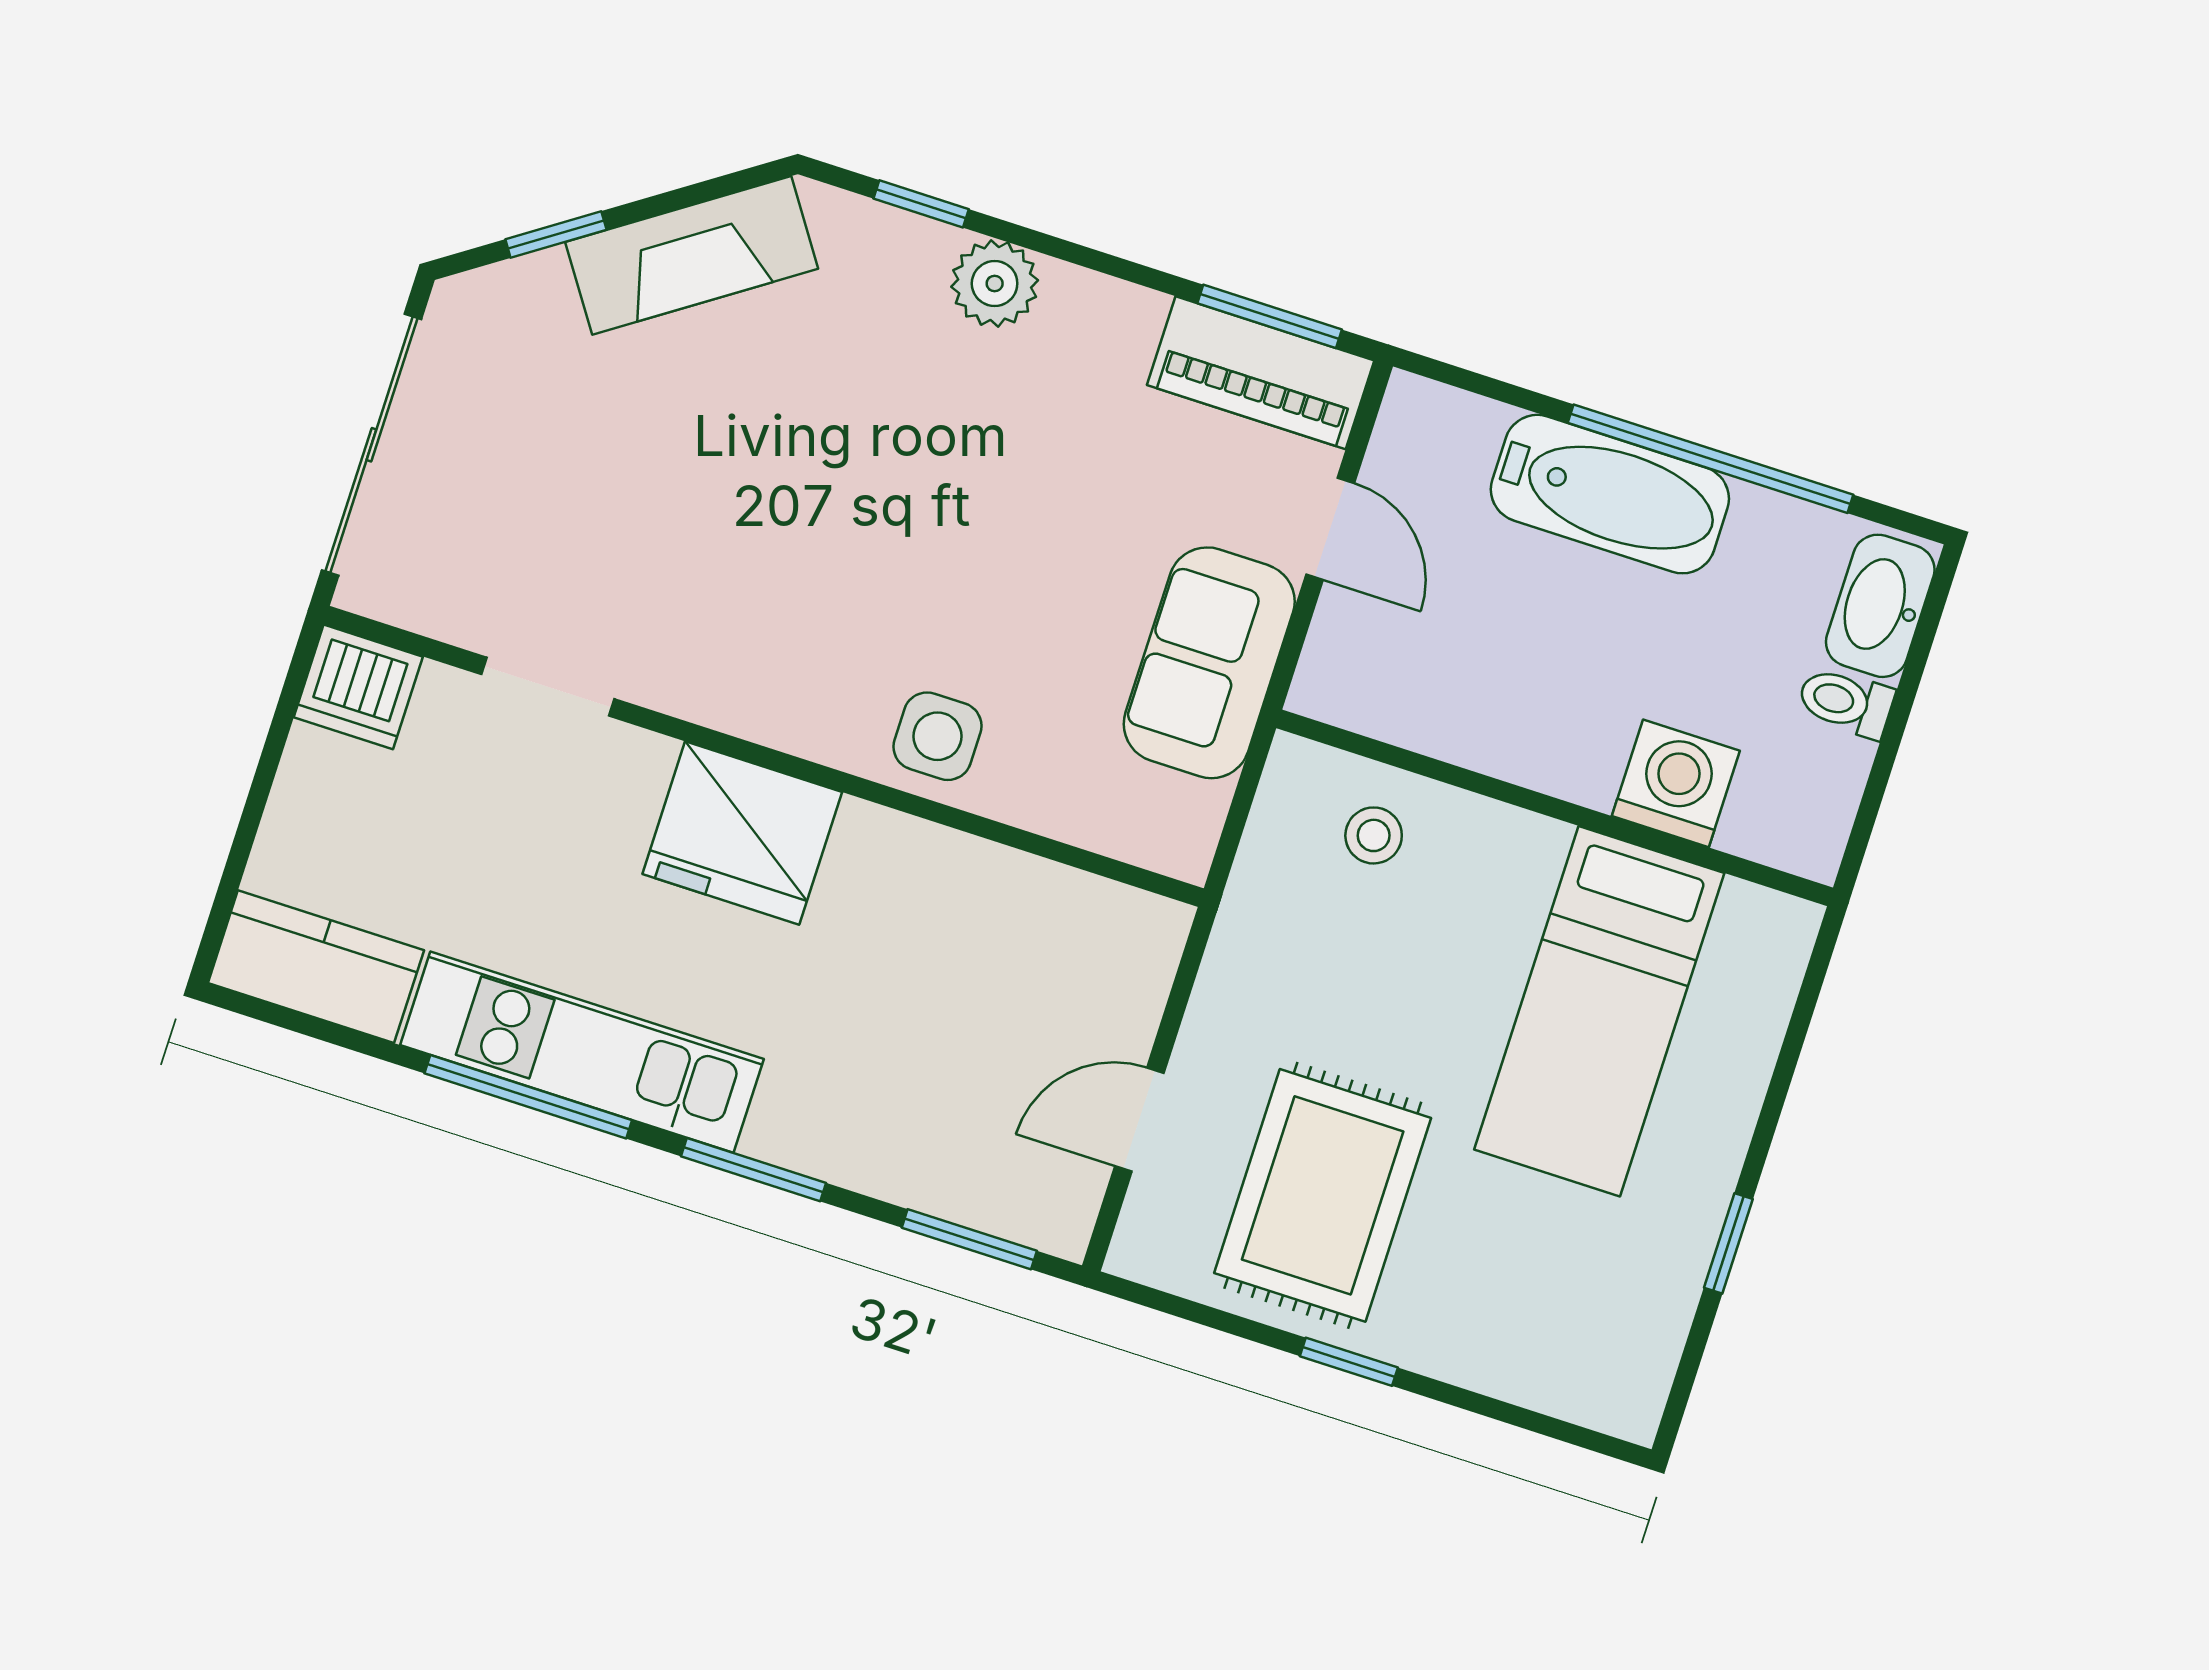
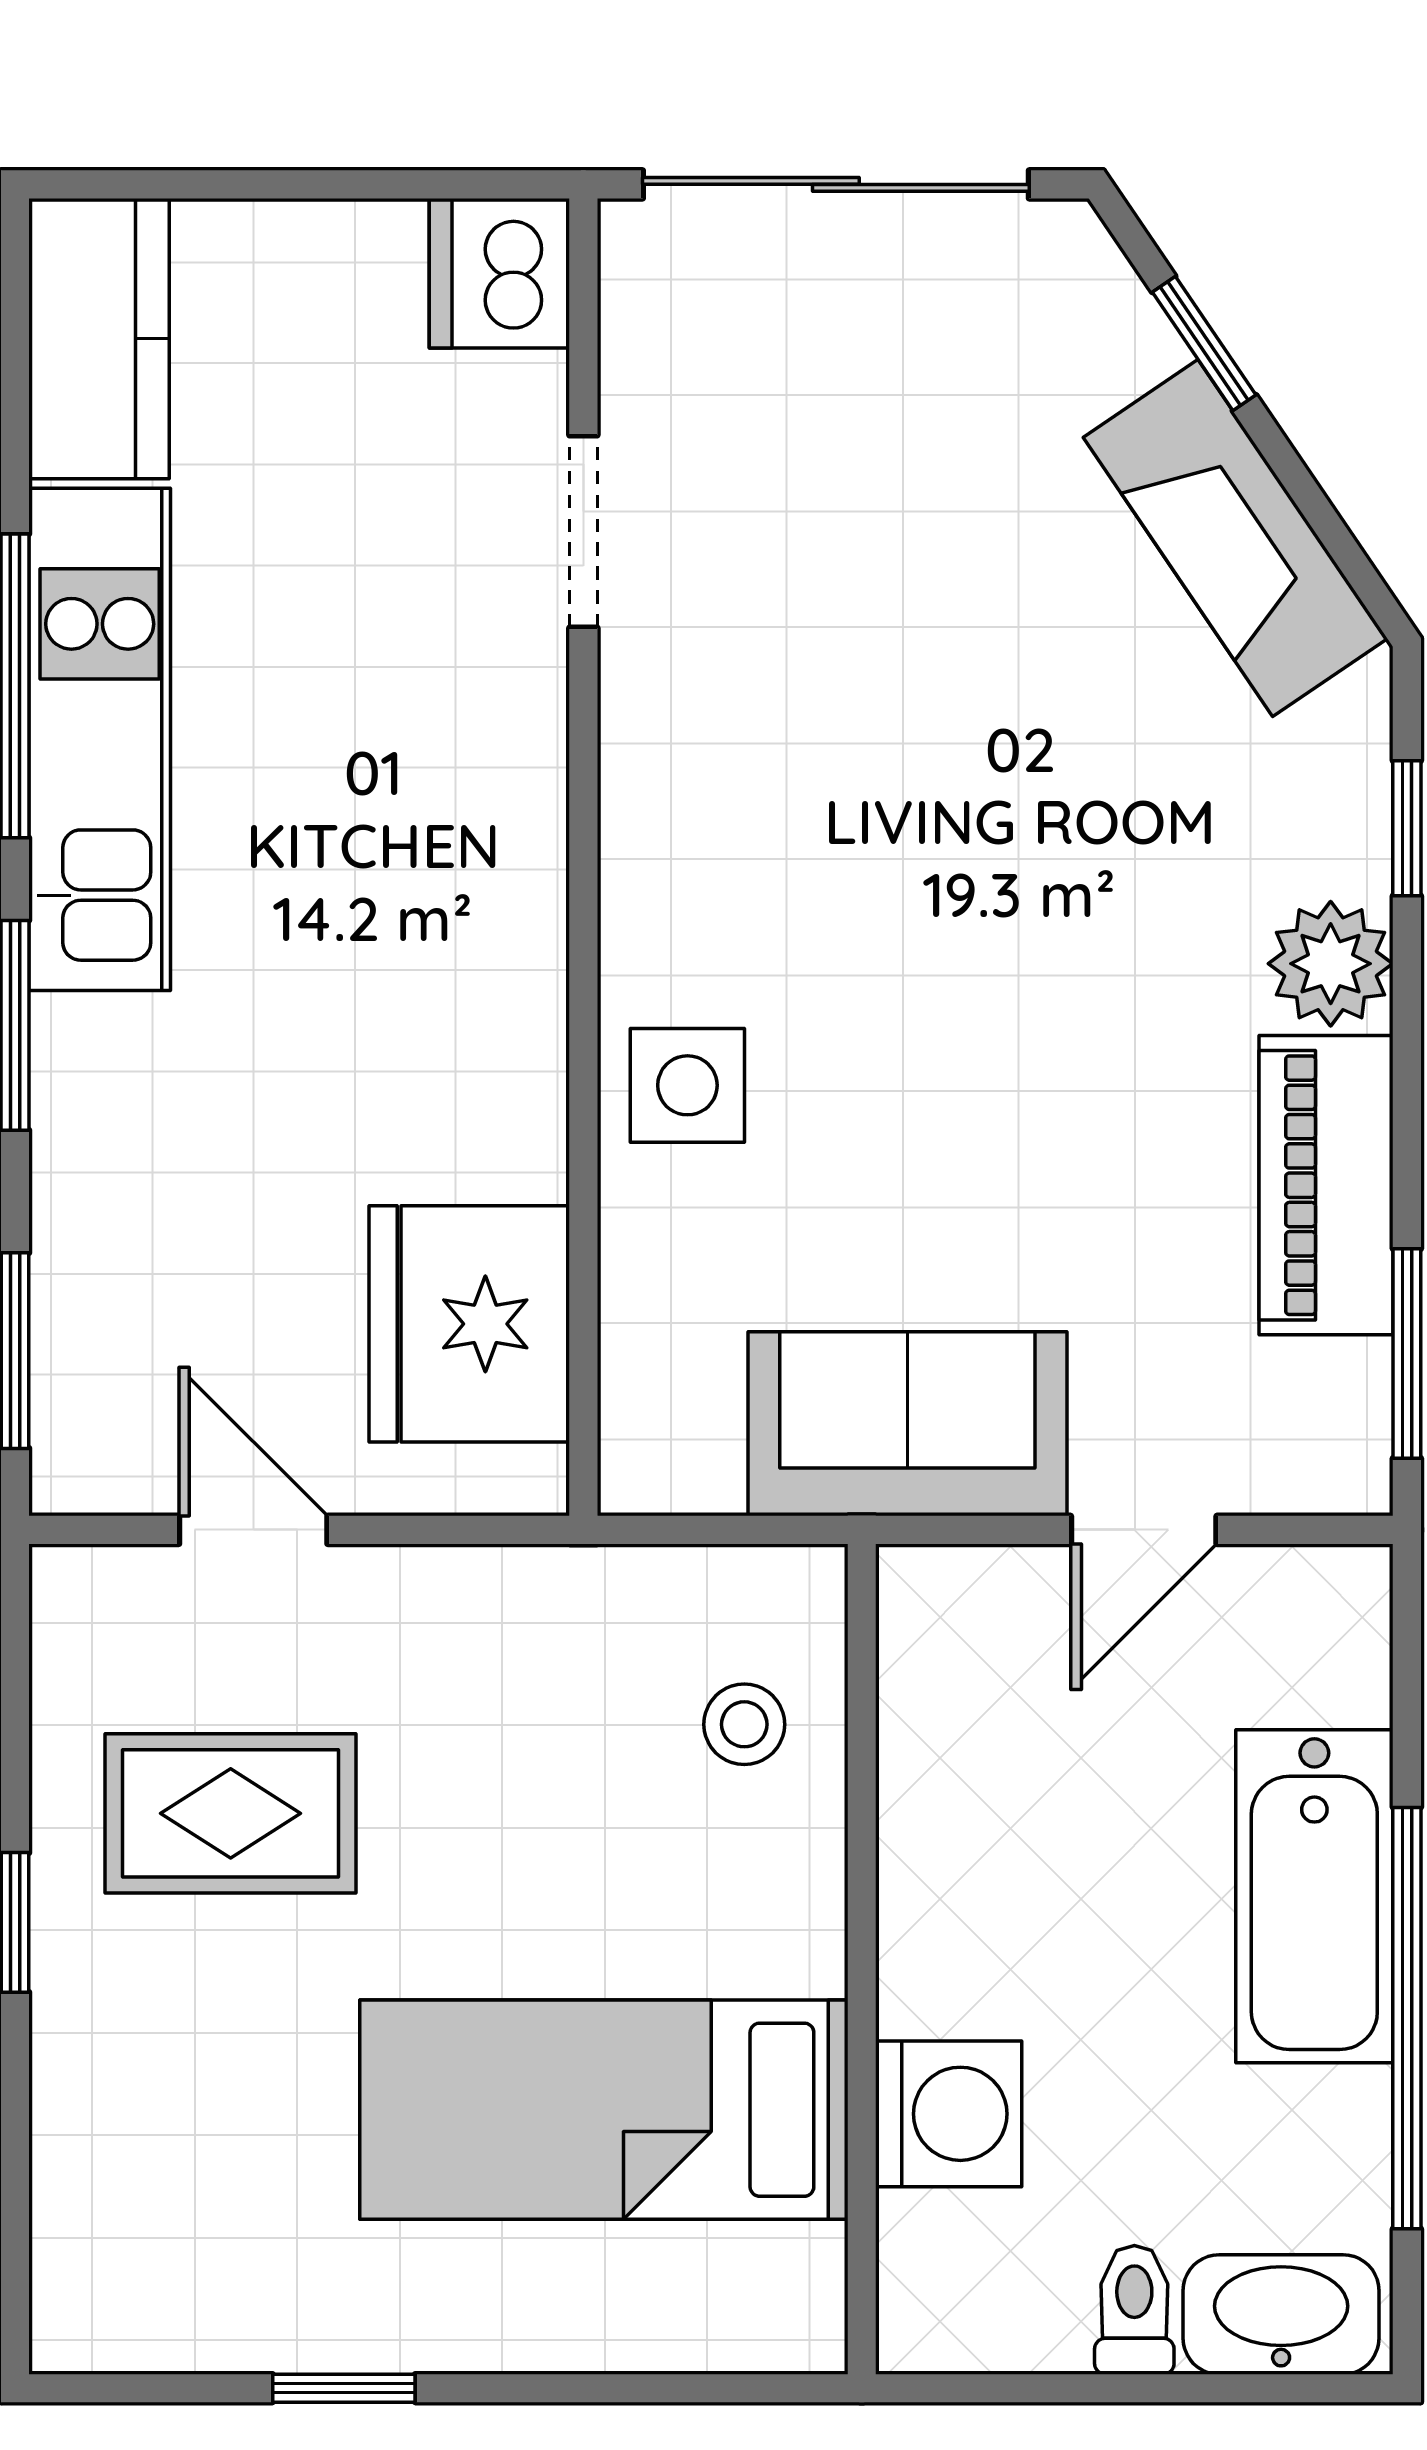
piano: (1261, 373) -> (1326, 1185), moved
fridge: (742, 833) -> (469, 1324), moved
rug: (1323, 1195) -> (231, 1813), width x0.73, depth x0.70

